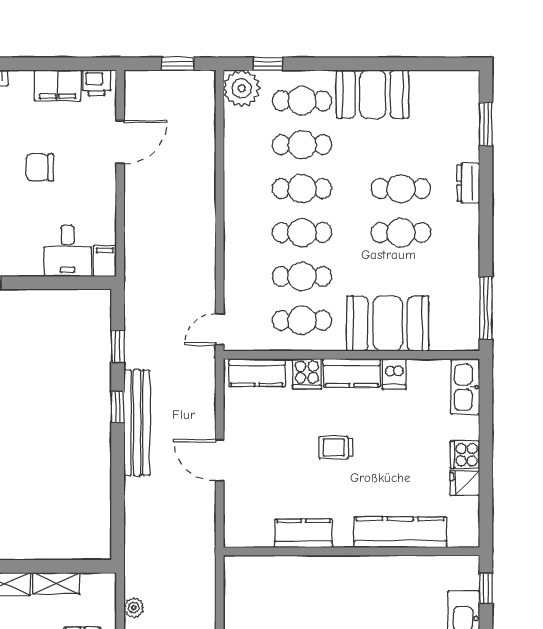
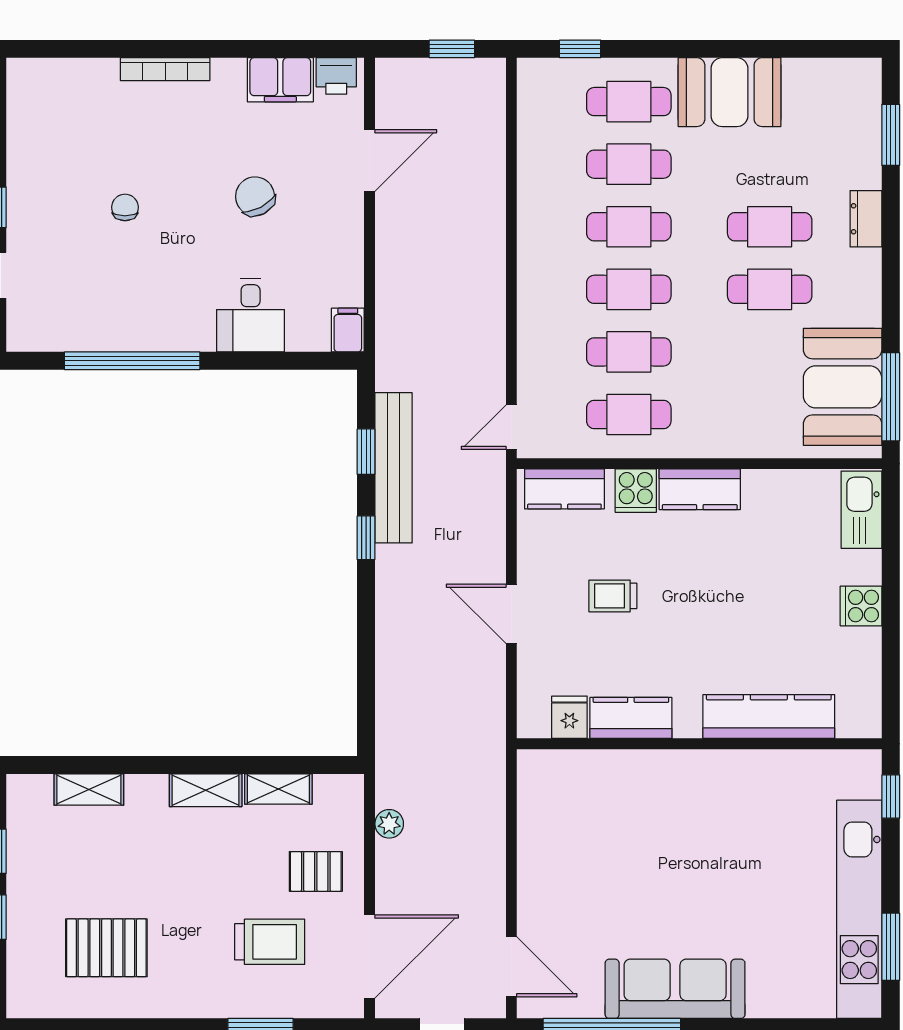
plant: (242, 88) -> (543, 84), removed
chair: (40, 167) -> (255, 196), turned 62
desk: (67, 251) -> (251, 315), moved
booth: (388, 324) -> (843, 387), moved, turned 90
dishwasher: (394, 374) -> (760, 491), removed
bench: (137, 423) -> (394, 468), moved
trolley: (336, 448) -> (613, 596), moved
fridge: (465, 483) -> (569, 717), moved, turned 90

